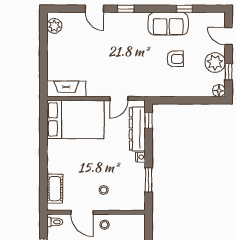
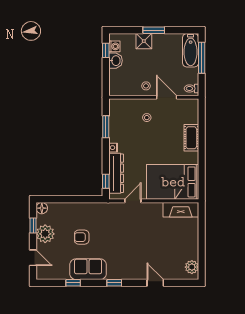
window: (126, 9) -> (114, 283), moved
cot: (55, 189) -> (191, 138), moved

